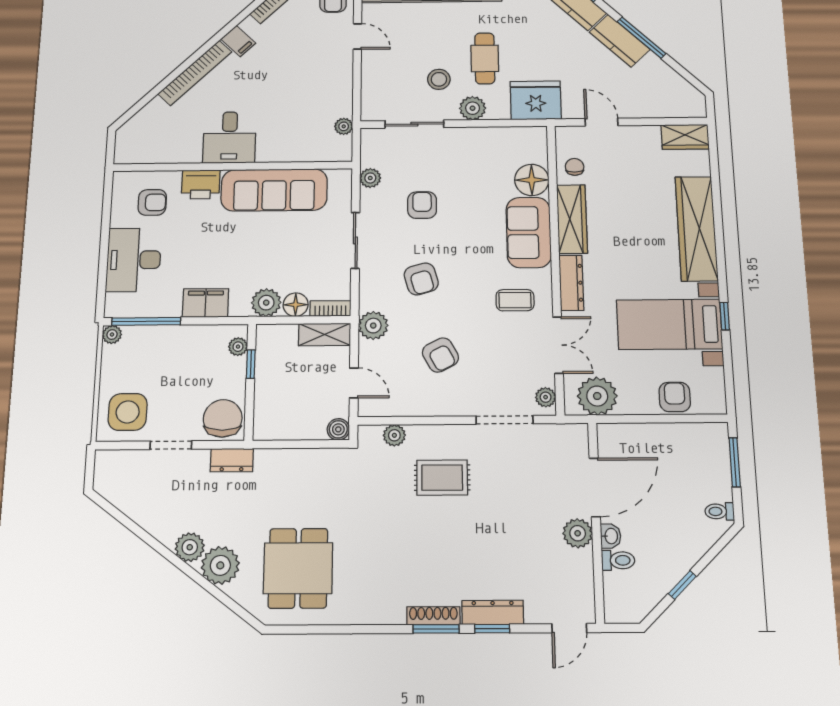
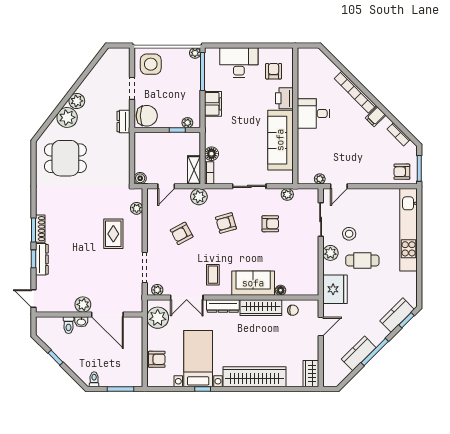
door: (357, 36) -> (339, 186), moved
kitchen counter: (620, 41) -> (359, 353), moved
floor lamp: (532, 180) -> (281, 290), width x0.53, depth x0.53
armchair: (152, 202) -> (274, 71), turned 180
plant: (266, 303) -> (213, 137), removed

